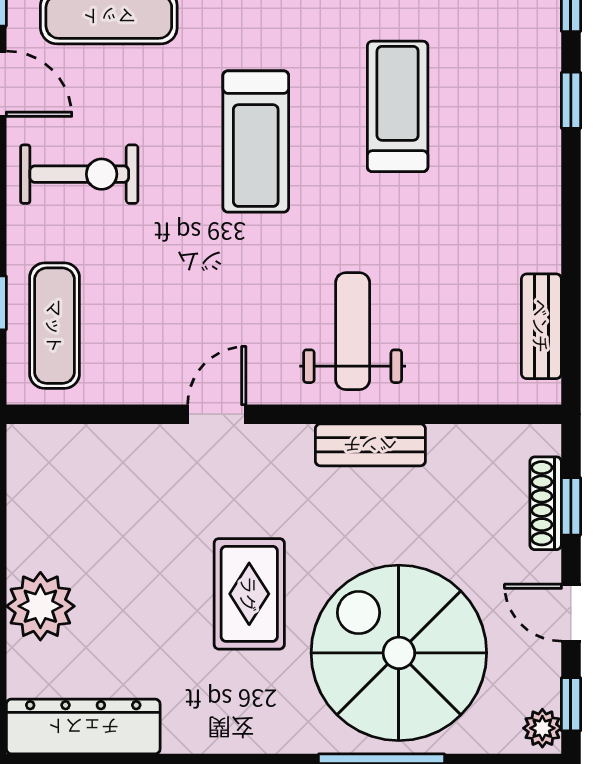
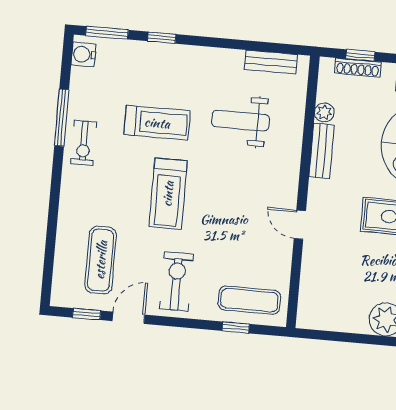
treadmill: (398, 106) -> (157, 123), turned 180
treadmill: (256, 141) -> (168, 194), turned 90
weight bench: (353, 331) -> (240, 121), moved
plant: (449, 443) -> (324, 112), added

